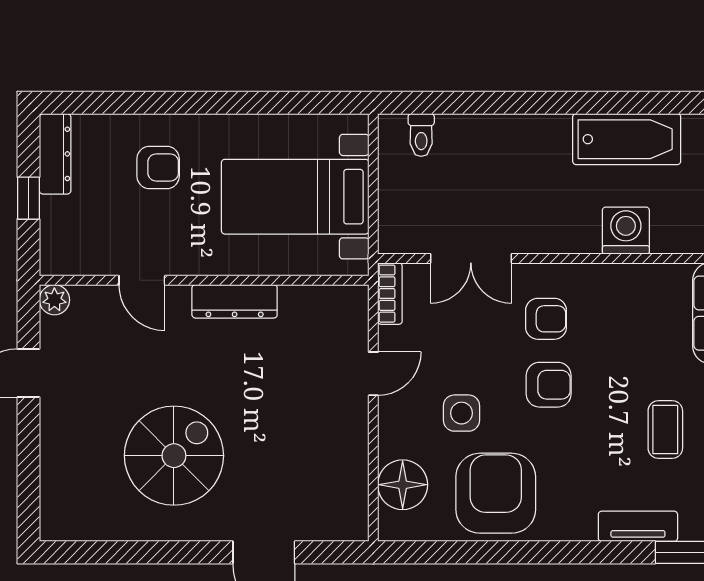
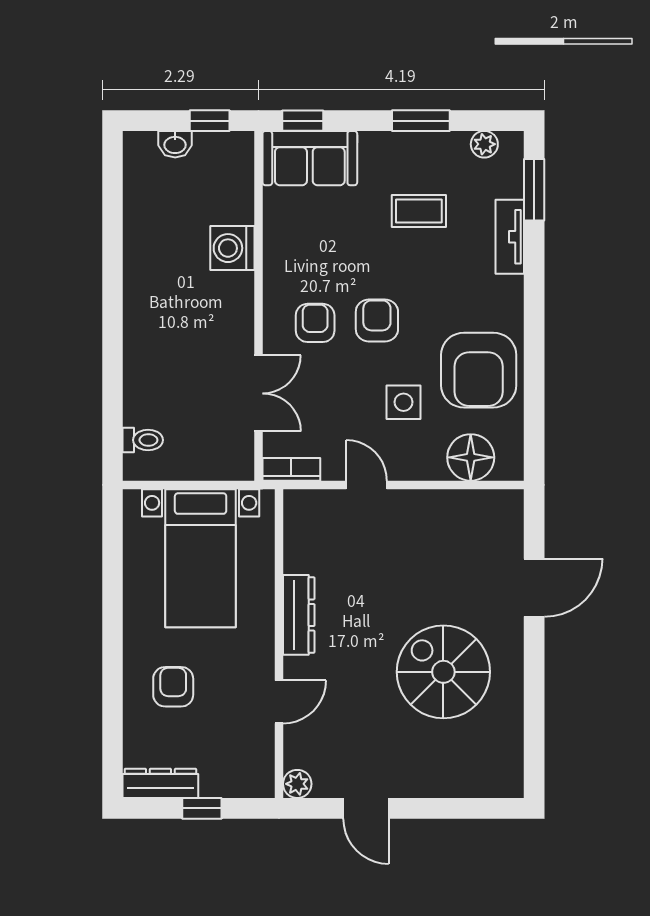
bathtub: (627, 139) -> (147, 247), removed
armchair: (496, 493) -> (479, 370), turned -90

